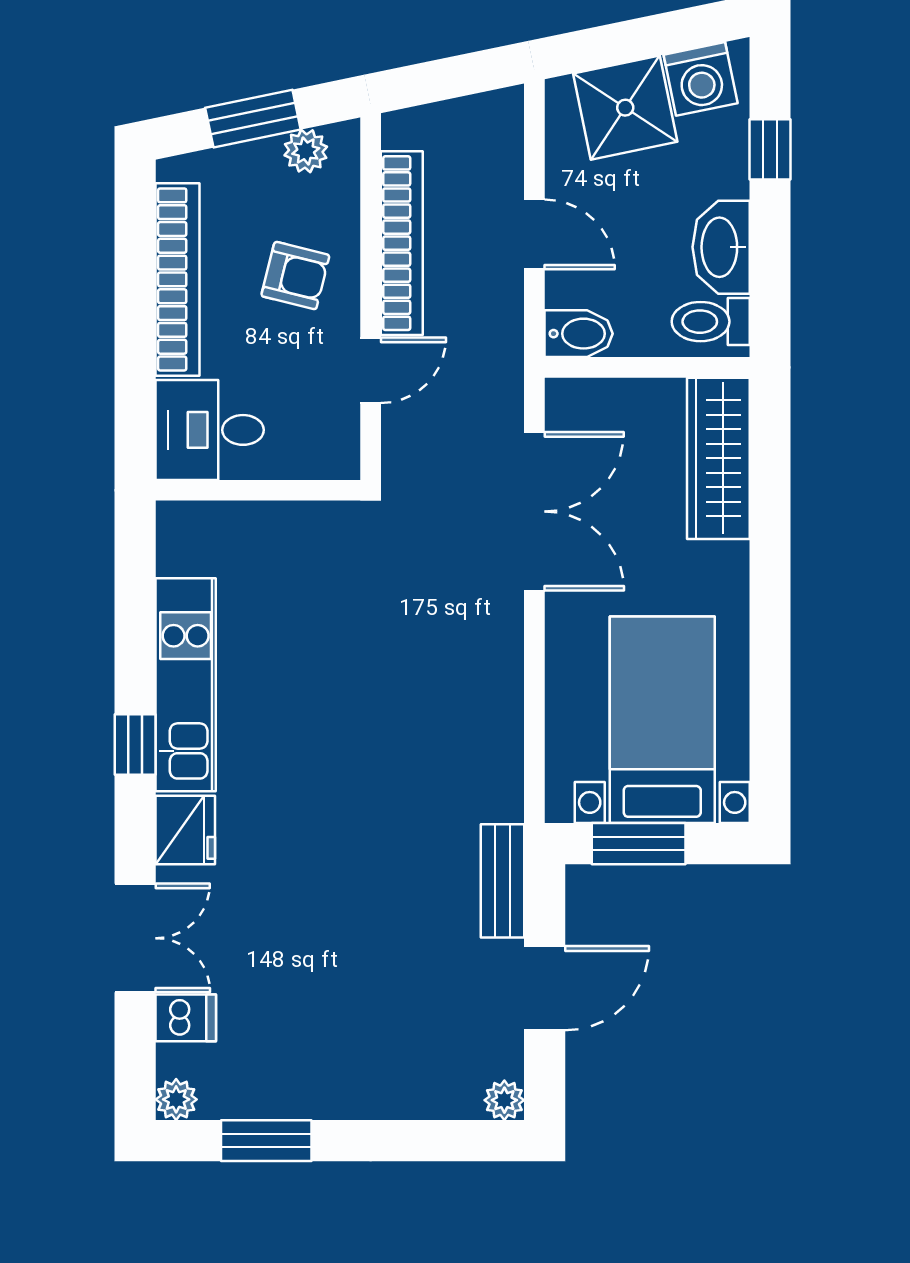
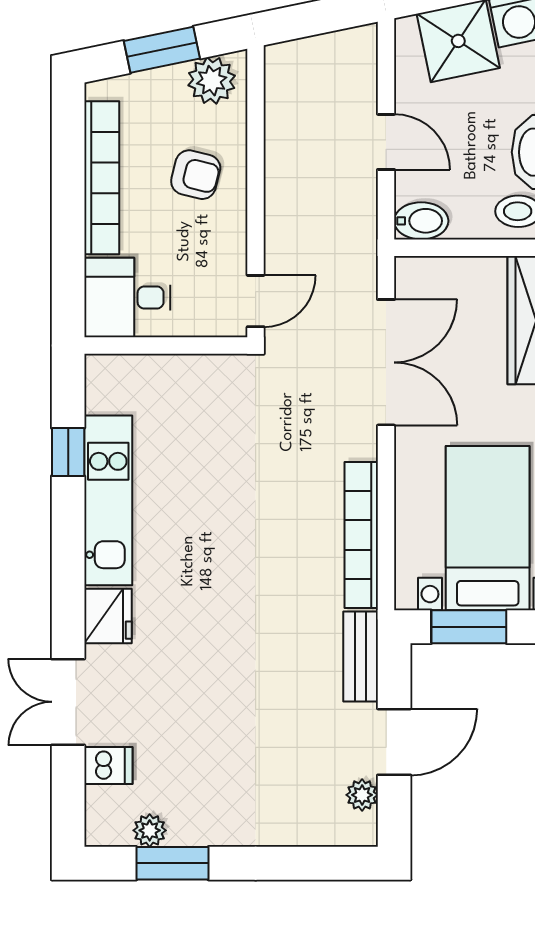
plant: (306, 151) -> (212, 81), width x1.38, depth x1.38
bookcase: (402, 243) -> (361, 535), moved, turned 180
door: (371, 370) -> (256, 301), moved
window: (135, 744) -> (68, 452), moved
double door: (135, 938) -> (68, 702), swing flipped
plant: (176, 1099) -> (150, 830), moved
plant: (504, 1100) -> (362, 795), moved

